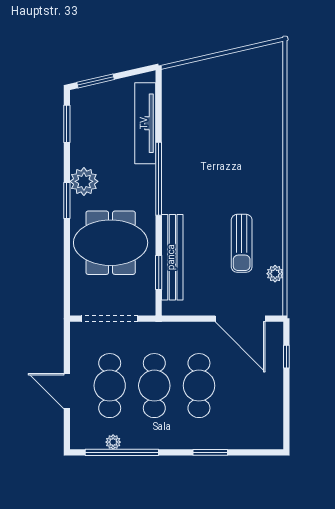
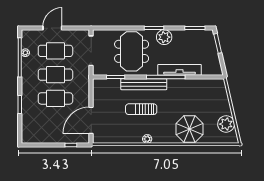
plant: (247, 65) -> (226, 124), added
tv unit: (145, 123) -> (180, 70), moved
parasol: (256, 134) -> (189, 129), added
sun lounger: (242, 243) -> (141, 109), moved
bench: (172, 257) -> (144, 84), moved
plant: (275, 274) -> (147, 139), moved

